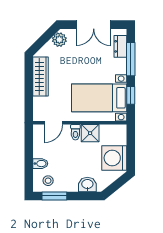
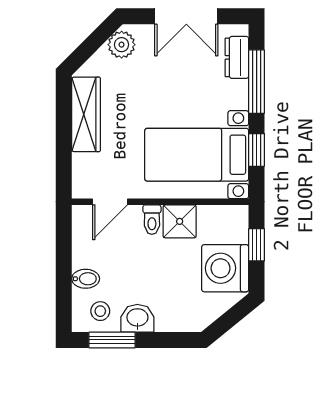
window: (131, 146) -> (257, 245), added
washbasin: (87, 184) -> (137, 318), moved

